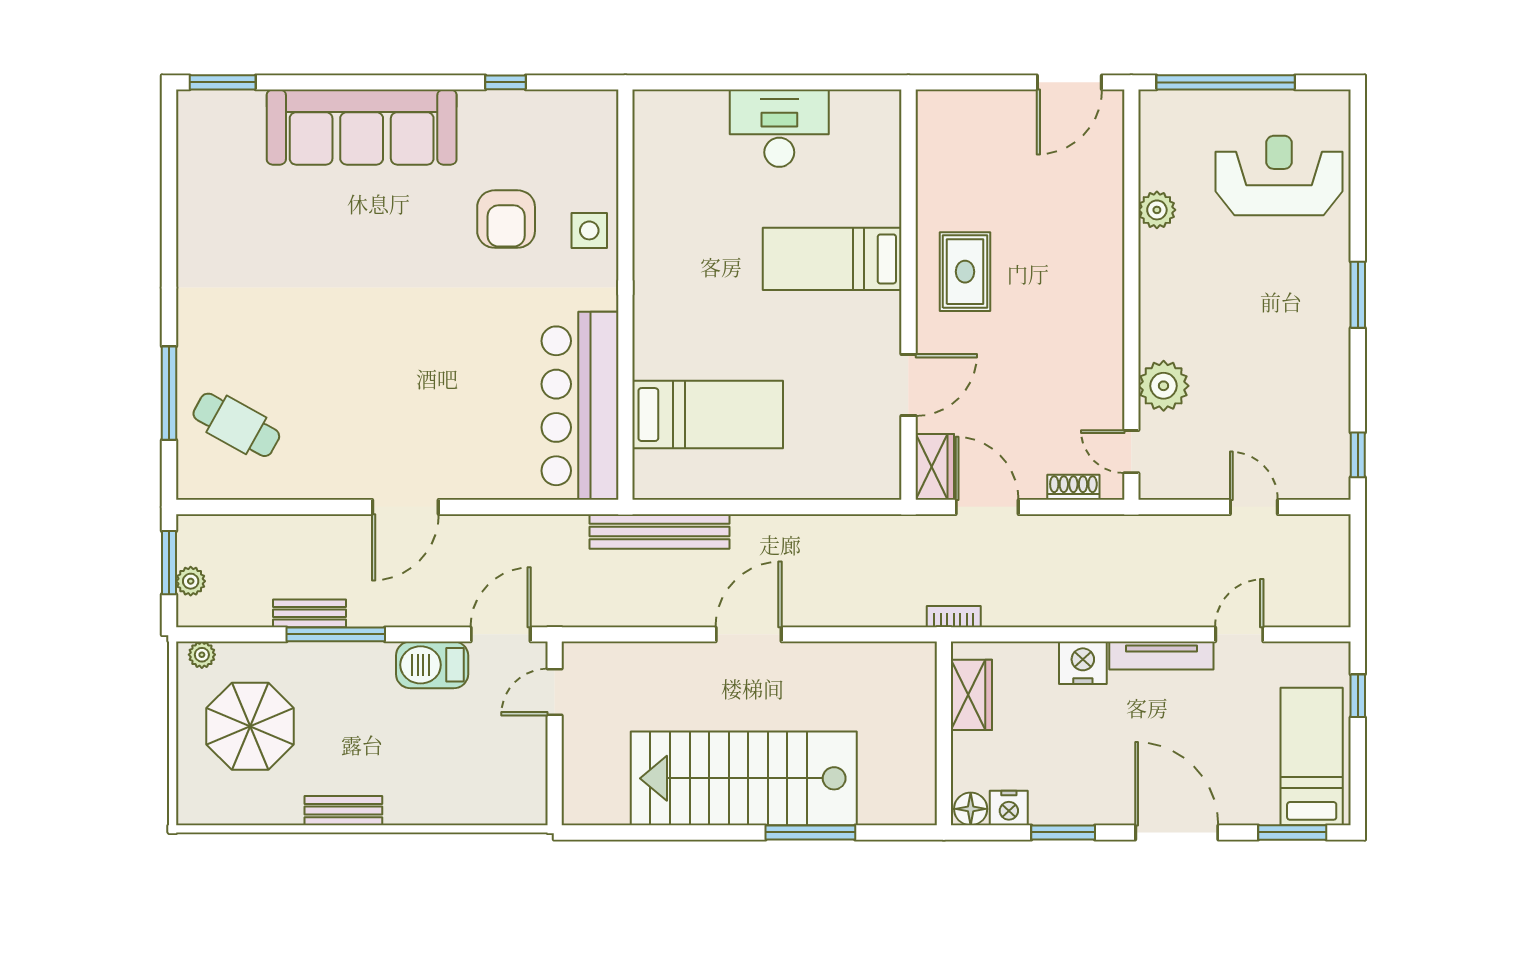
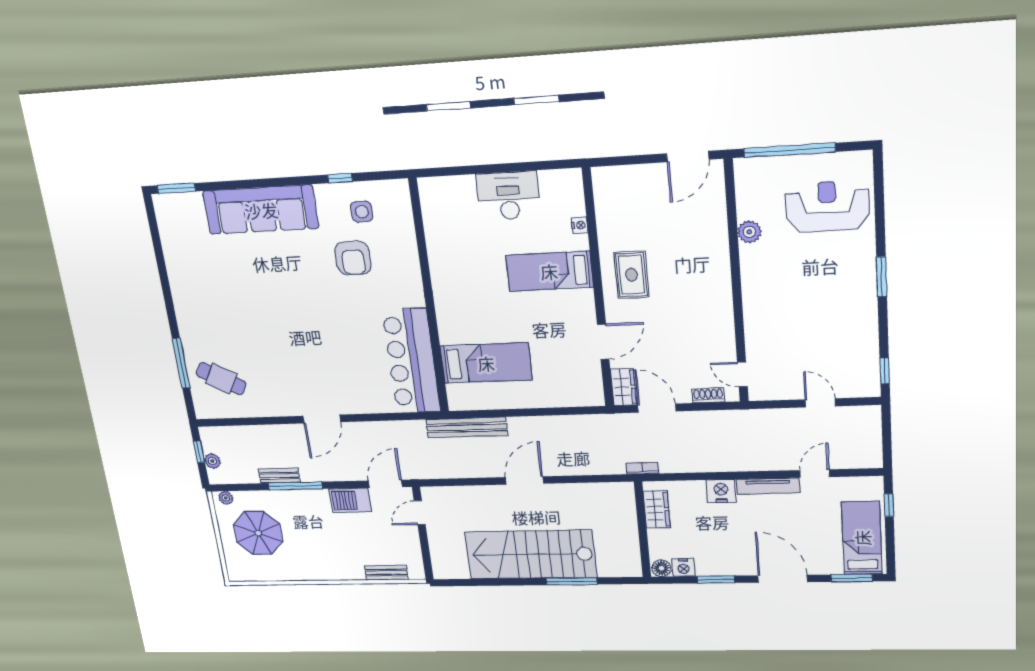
nightstand: (889, 184) -> (580, 225), added
side table: (589, 230) -> (362, 212), moved
plant: (1164, 386) -> (760, 336), removed
window: (169, 563) -> (199, 452), width x0.67
bench: (343, 811) -> (386, 573), moved

